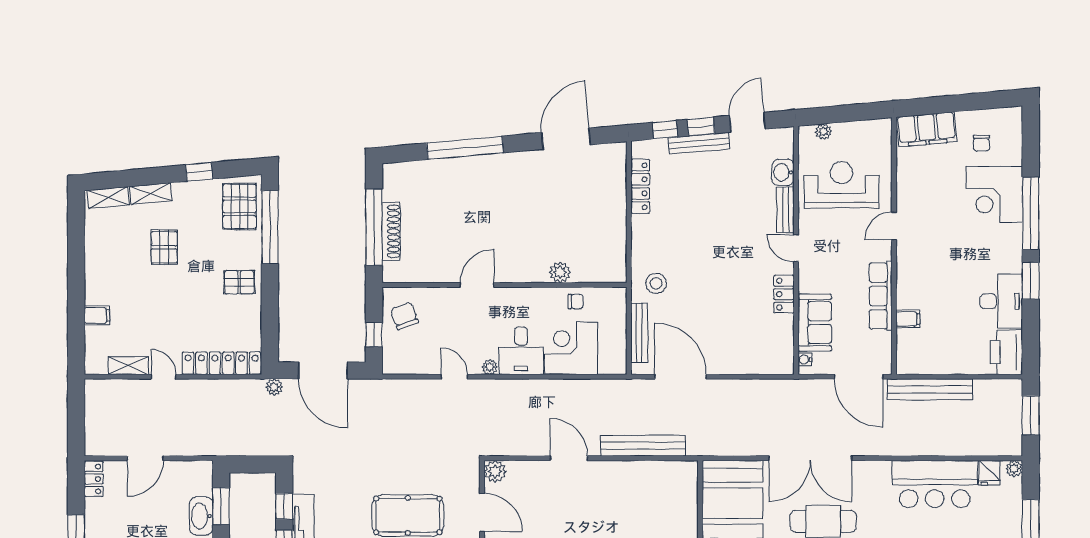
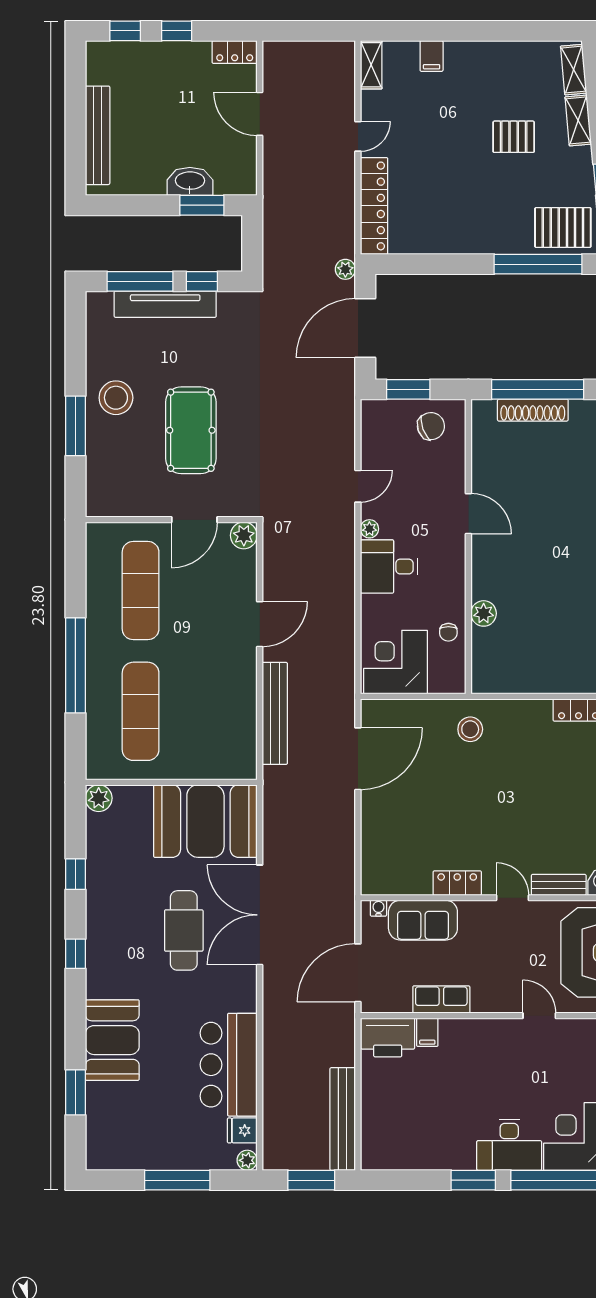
door: (796, 248) -> (512, 898), hinge flipped
pallet: (239, 282) -> (471, 227), removed
row of seats: (881, 296) -> (441, 999), width x0.68
desk: (1001, 301) -> (509, 1145), moved
bench: (639, 333) -> (411, 709), removed
window: (374, 335) -> (408, 389), width x1.50
corner desk: (571, 348) -> (395, 662), moved, turned -90
printer: (1006, 352) -> (388, 1037), moved, turned 180
shelving: (128, 366) -> (371, 65), moved
bench: (930, 389) -> (343, 1119), moved

